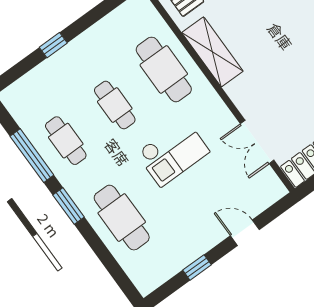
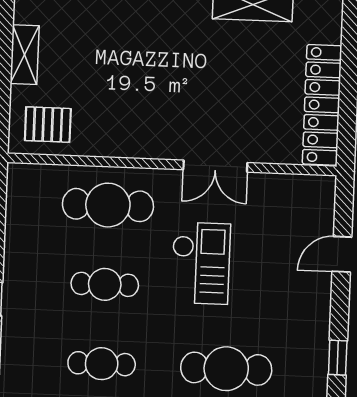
shelving: (212, 52) -> (129, 141), removed
double door: (257, 142) -> (215, 166), moved
window: (197, 267) -> (338, 358), moved

